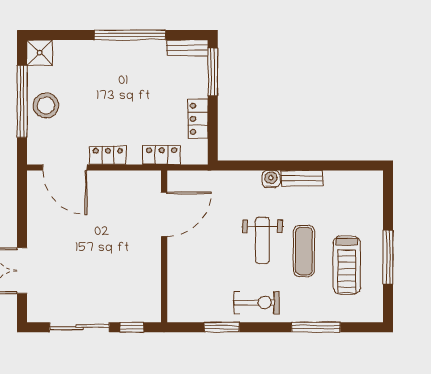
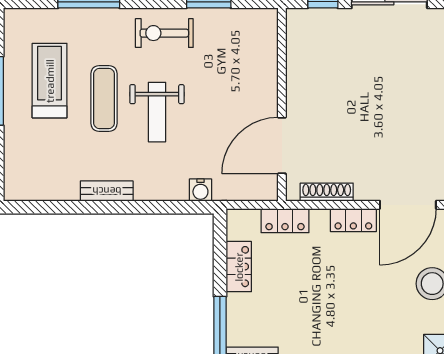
door: (65, 167) -> (408, 205), swing flipped
shoe rack: (129, 177) -> (327, 192), added
water cooler: (271, 179) -> (200, 190), moved
weight bench: (262, 240) -> (157, 112), turned 180

